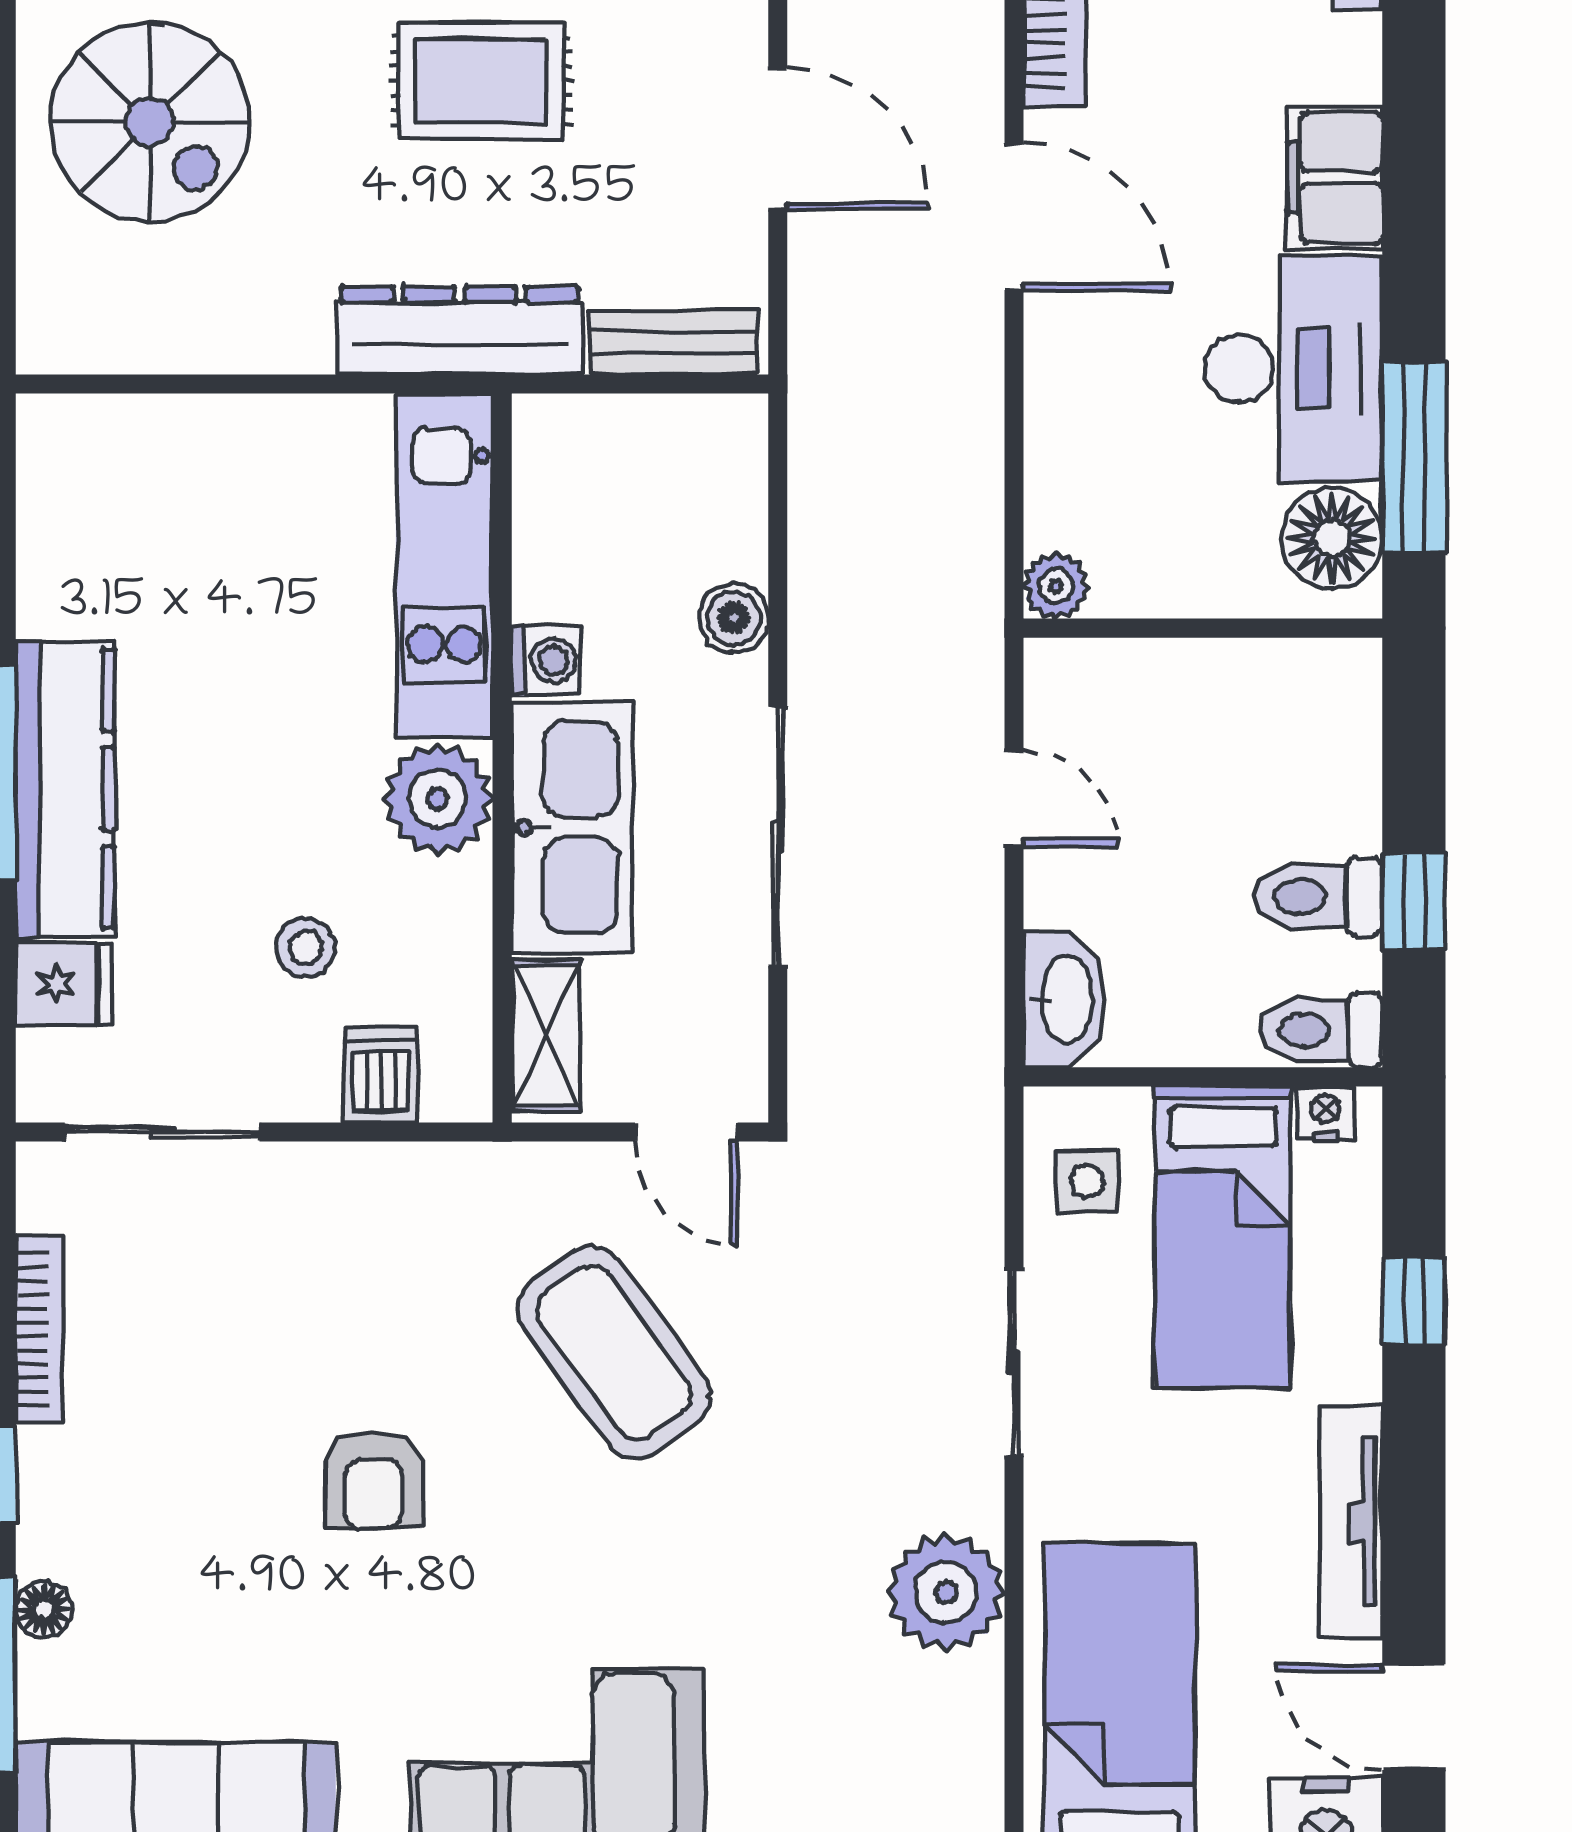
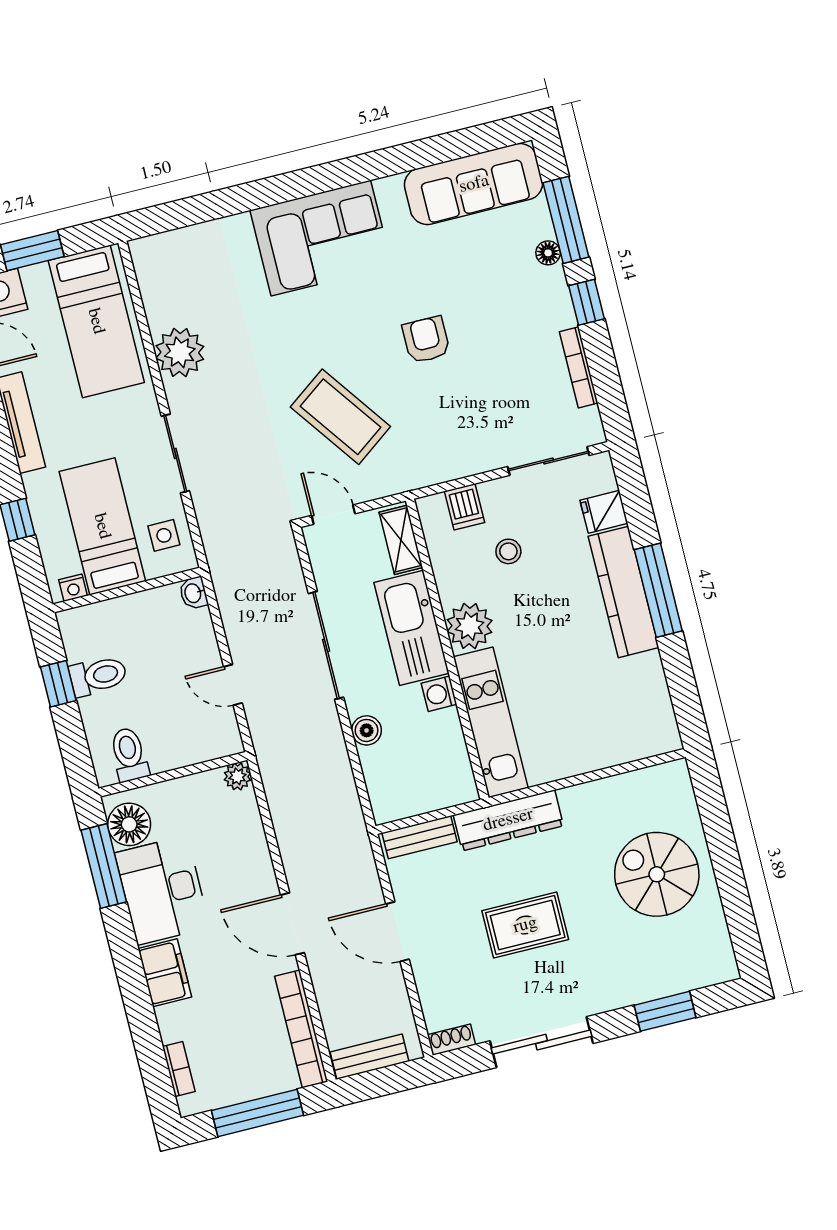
washbasin: (1065, 1000) -> (193, 593), width x0.52, depth x0.69
toilet: (1321, 1030) -> (129, 754), moved, turned -90

